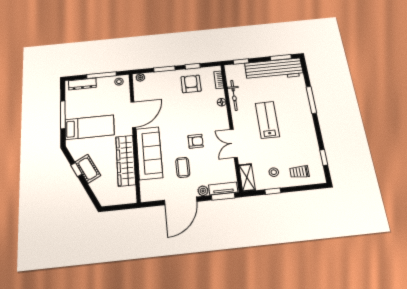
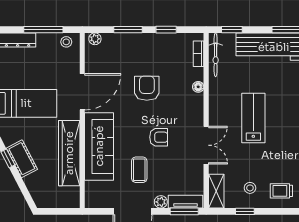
armchair: (191, 84) -> (147, 88), moved
bicycle: (234, 95) -> (216, 55), moved
double door: (234, 143) -> (206, 145), swing flipped

